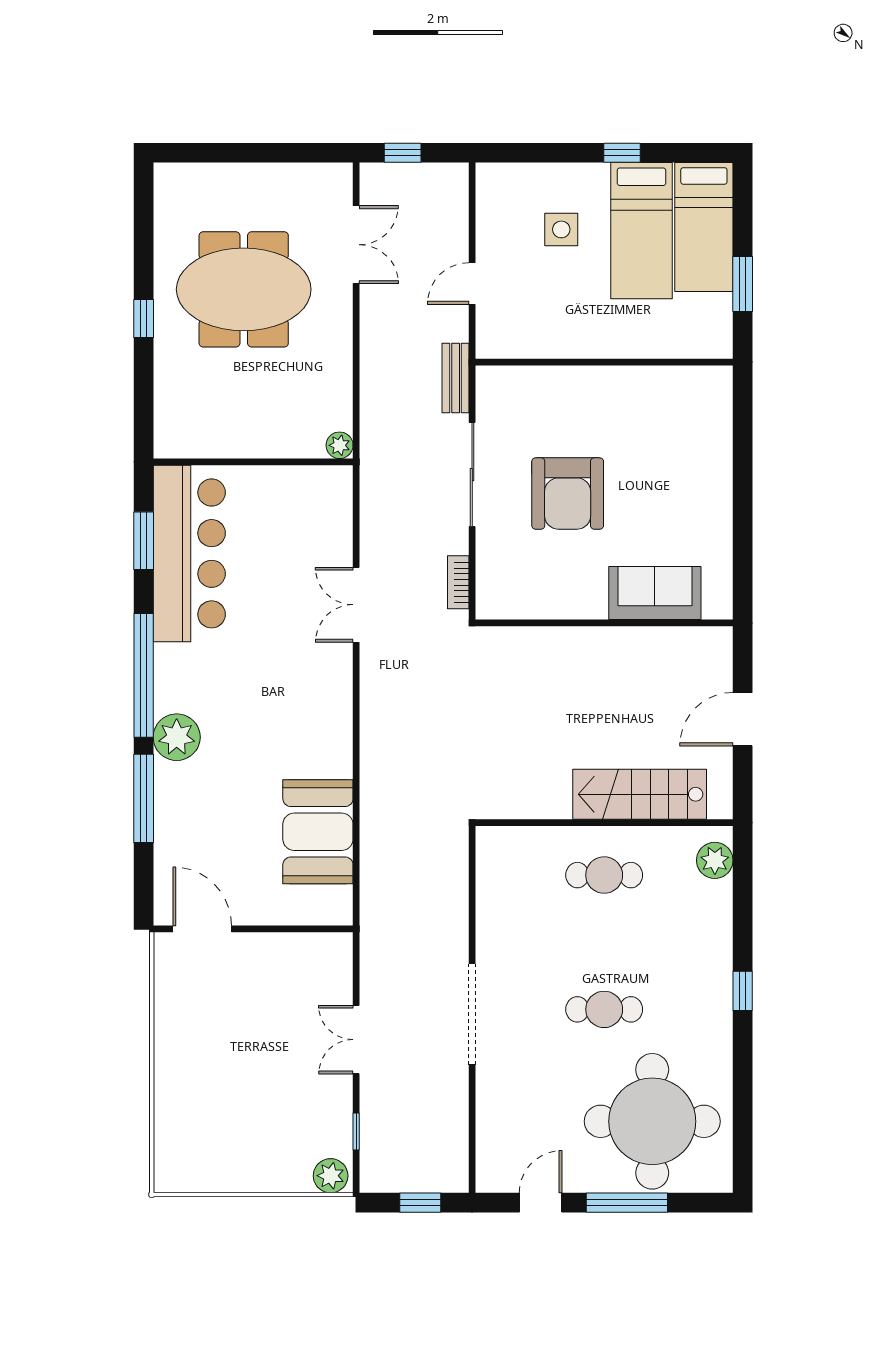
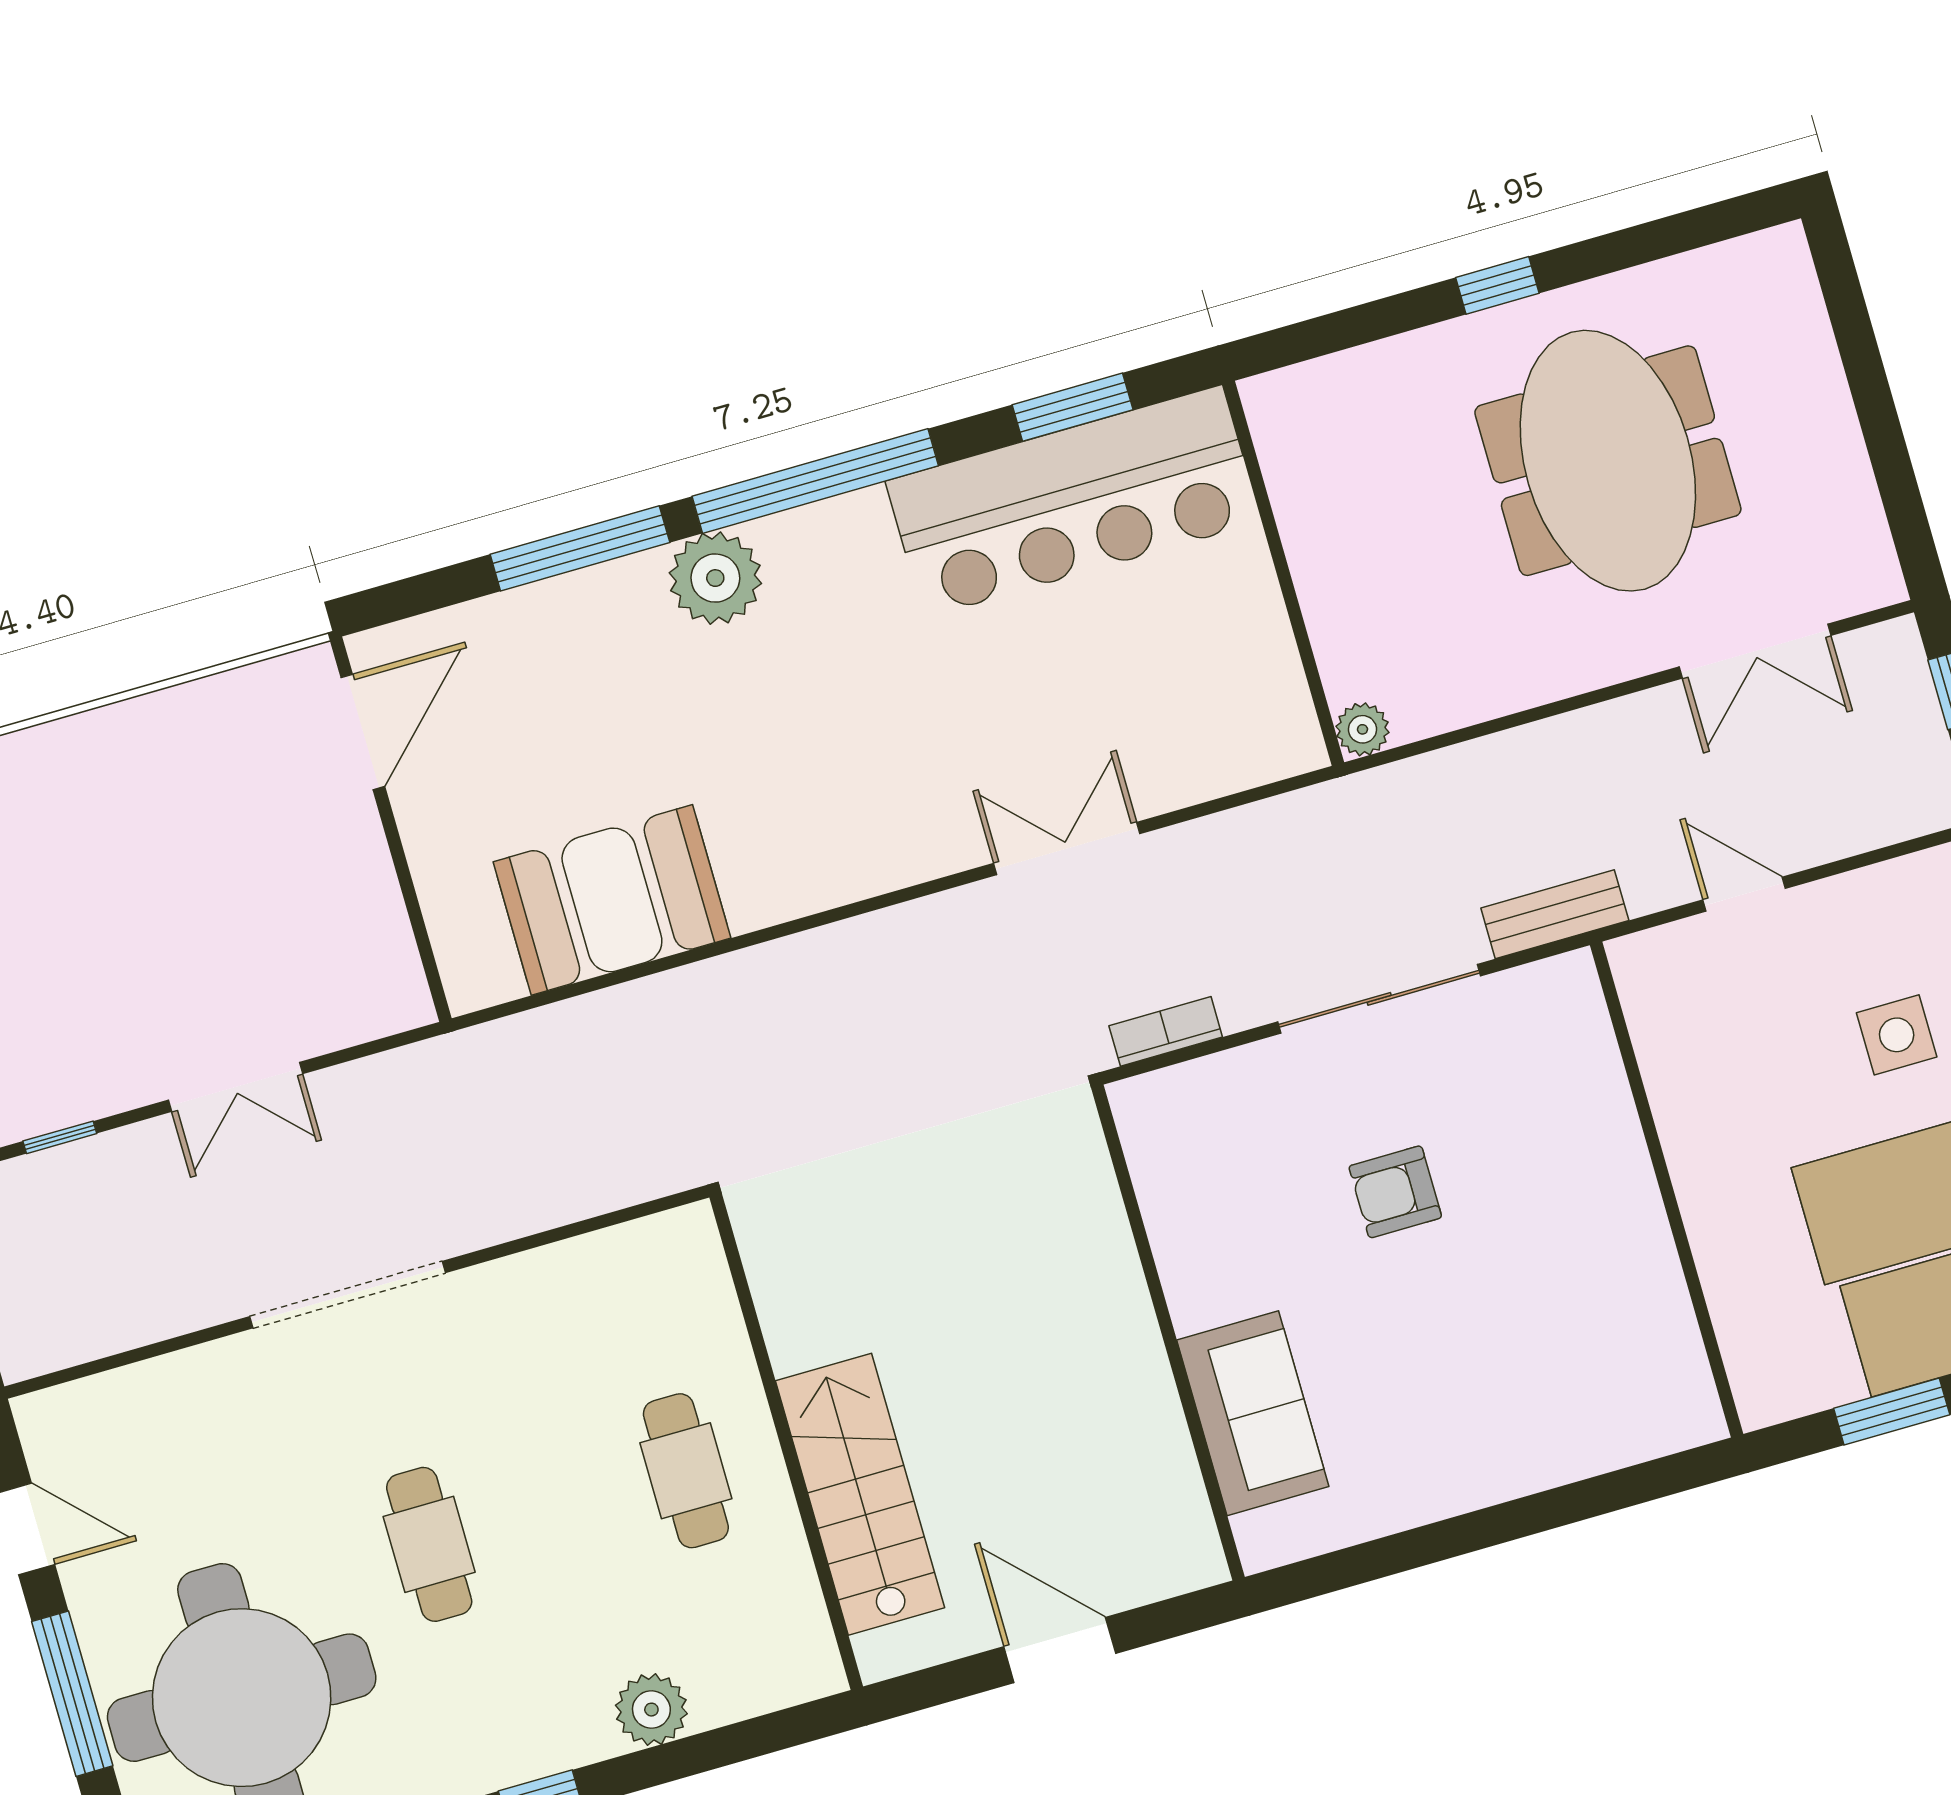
armchair: (568, 494) -> (1395, 1192), width x0.53, depth x0.53
plant: (715, 860) -> (651, 1710), moved
double door: (356, 1040) -> (236, 1087), swing flipped

